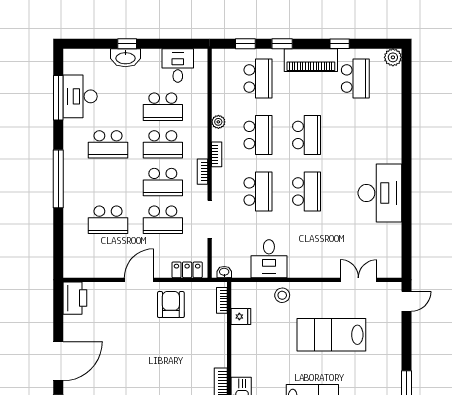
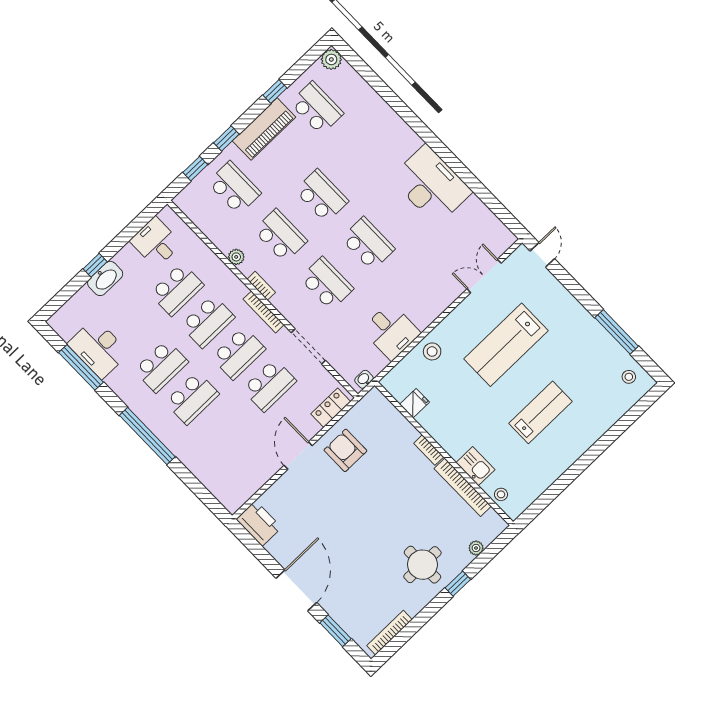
bookcase: (203, 172) -> (264, 312), width x1.56
school desk: (108, 220) -> (192, 398), moved
bookcase: (222, 300) -> (429, 450), moved

